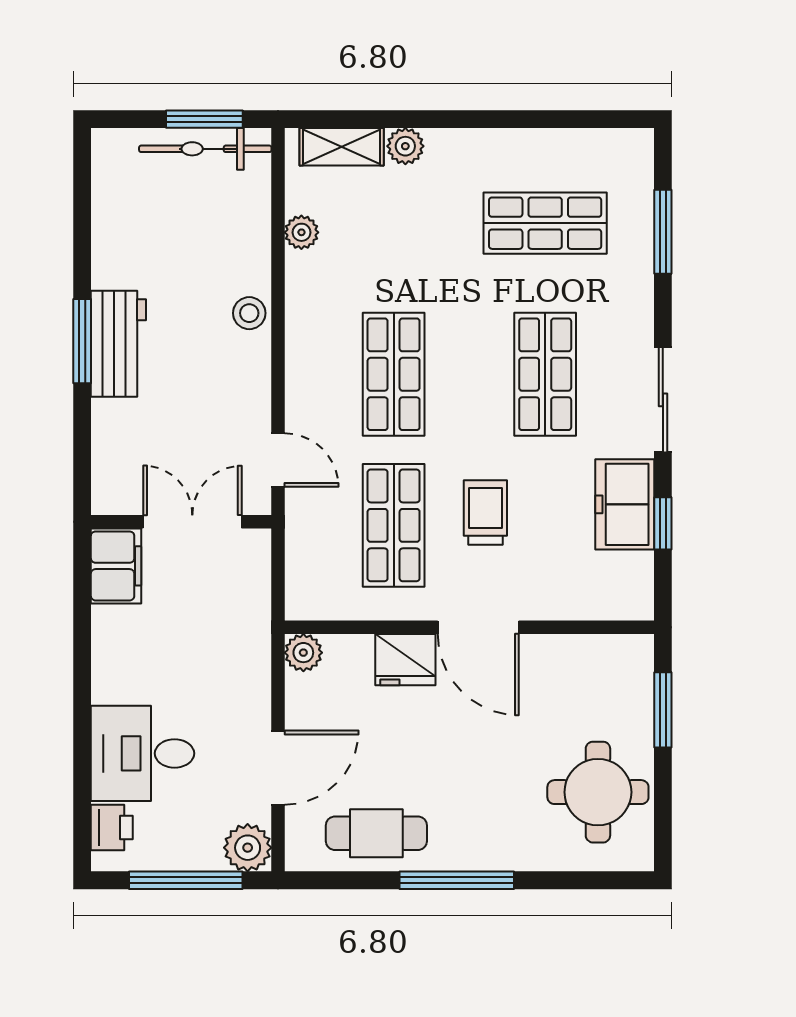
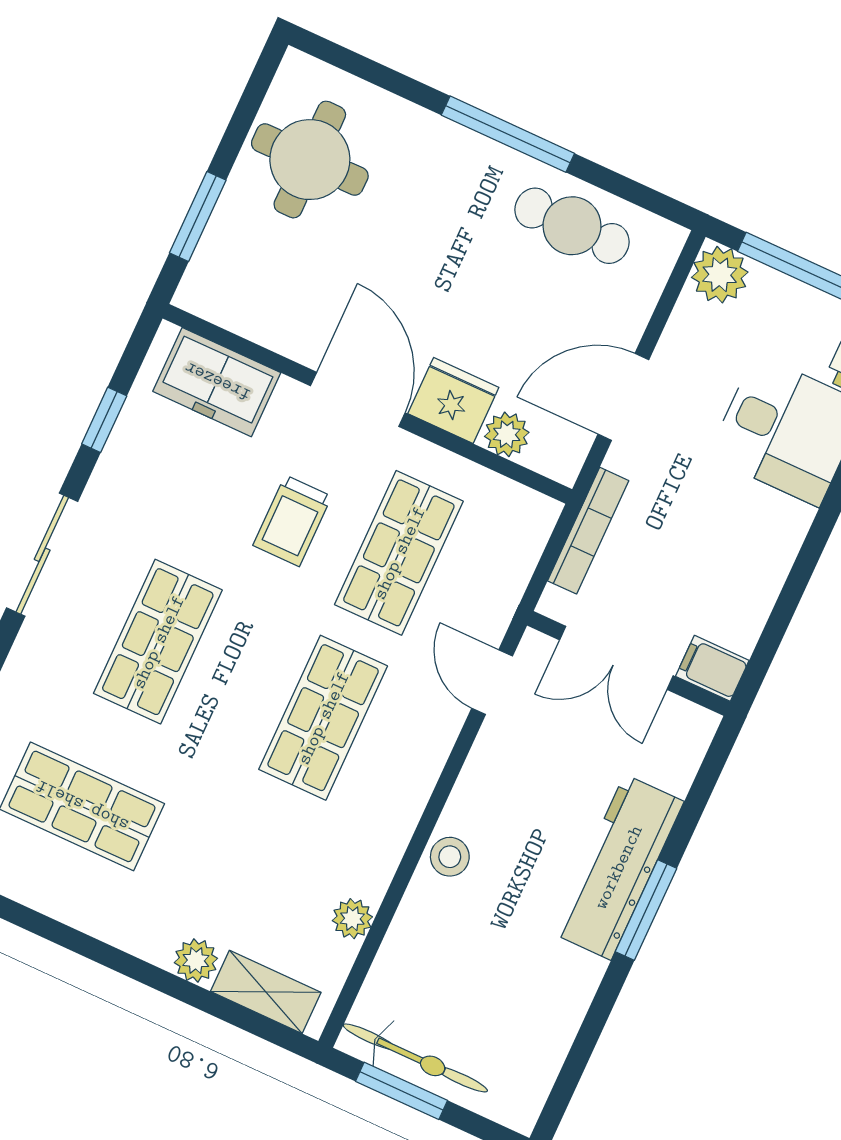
workbench: (118, 344) -> (618, 867), width x1.38
freezer: (625, 504) -> (217, 382), moved, turned 90
filing cabinet: (116, 566) -> (712, 668), width x0.50
bookcase: (258, 608) -> (588, 531), added
plant: (303, 653) -> (507, 434), moved
door: (278, 768) -> (623, 397), moved

